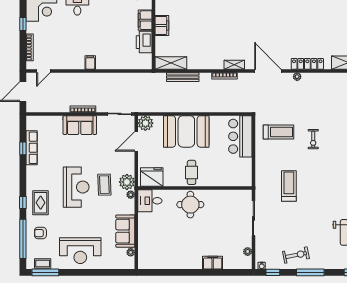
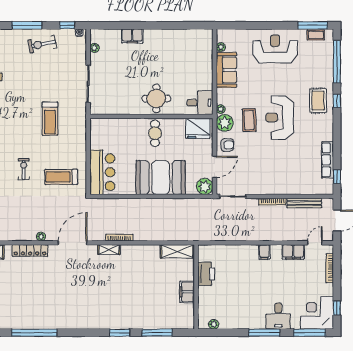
filing cabinet: (145, 20) -> (293, 252), moved, turned 90
window: (23, 24) -> (337, 308), moved
door: (268, 71) -> (73, 243), swing flipped
bench: (183, 77) -> (304, 203), moved
sofa: (80, 125) -> (276, 184), removed
window: (23, 148) -> (337, 177), moved
armchair: (40, 233) -> (227, 145), moved

